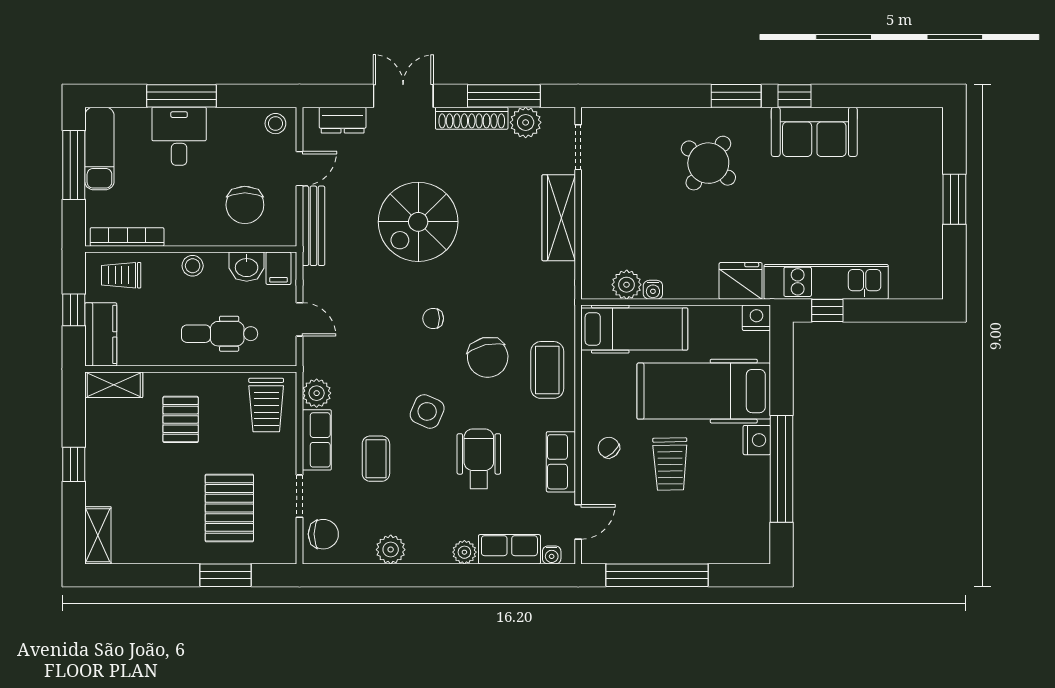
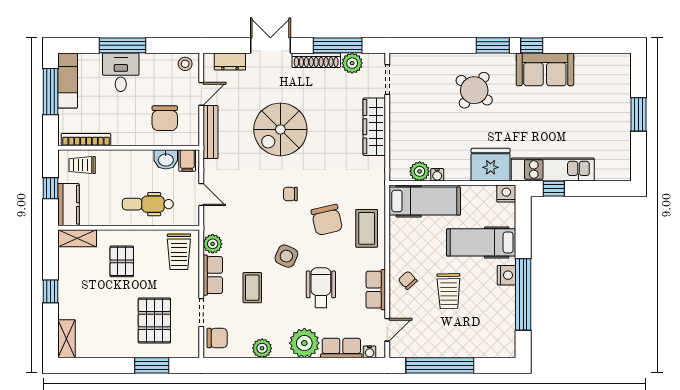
stool: (193, 266) -> (130, 159), removed
fridge: (741, 281) -> (491, 165), width x1.36, depth x1.34
hospital bed: (704, 391) -> (481, 242), width x0.73, depth x0.78
plant: (464, 552) -> (304, 343), width x1.87, depth x1.87

